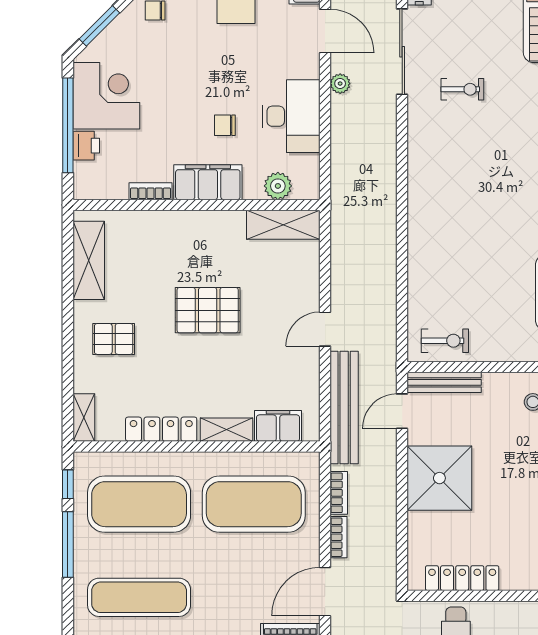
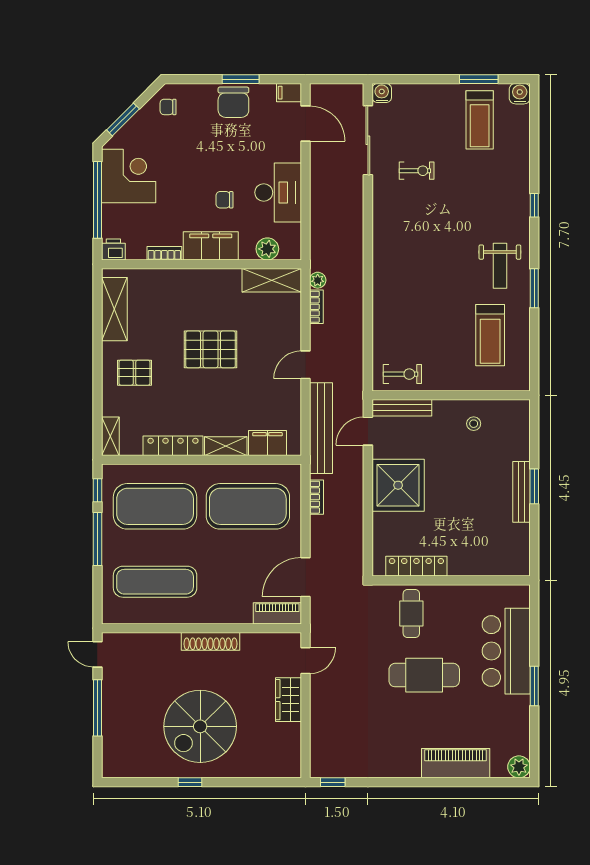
plant: (340, 84) -> (318, 280), moved
printer: (86, 146) -> (113, 249), moved, turned -90
bookcase: (338, 537) -> (316, 307), moved

